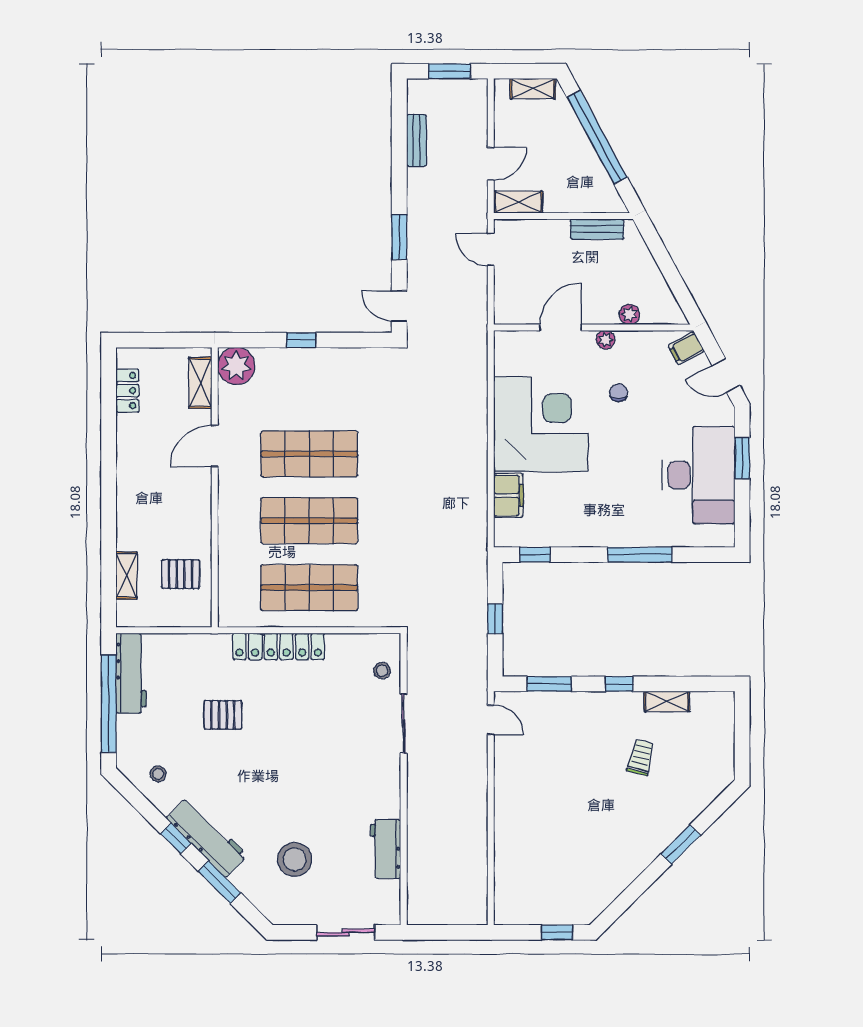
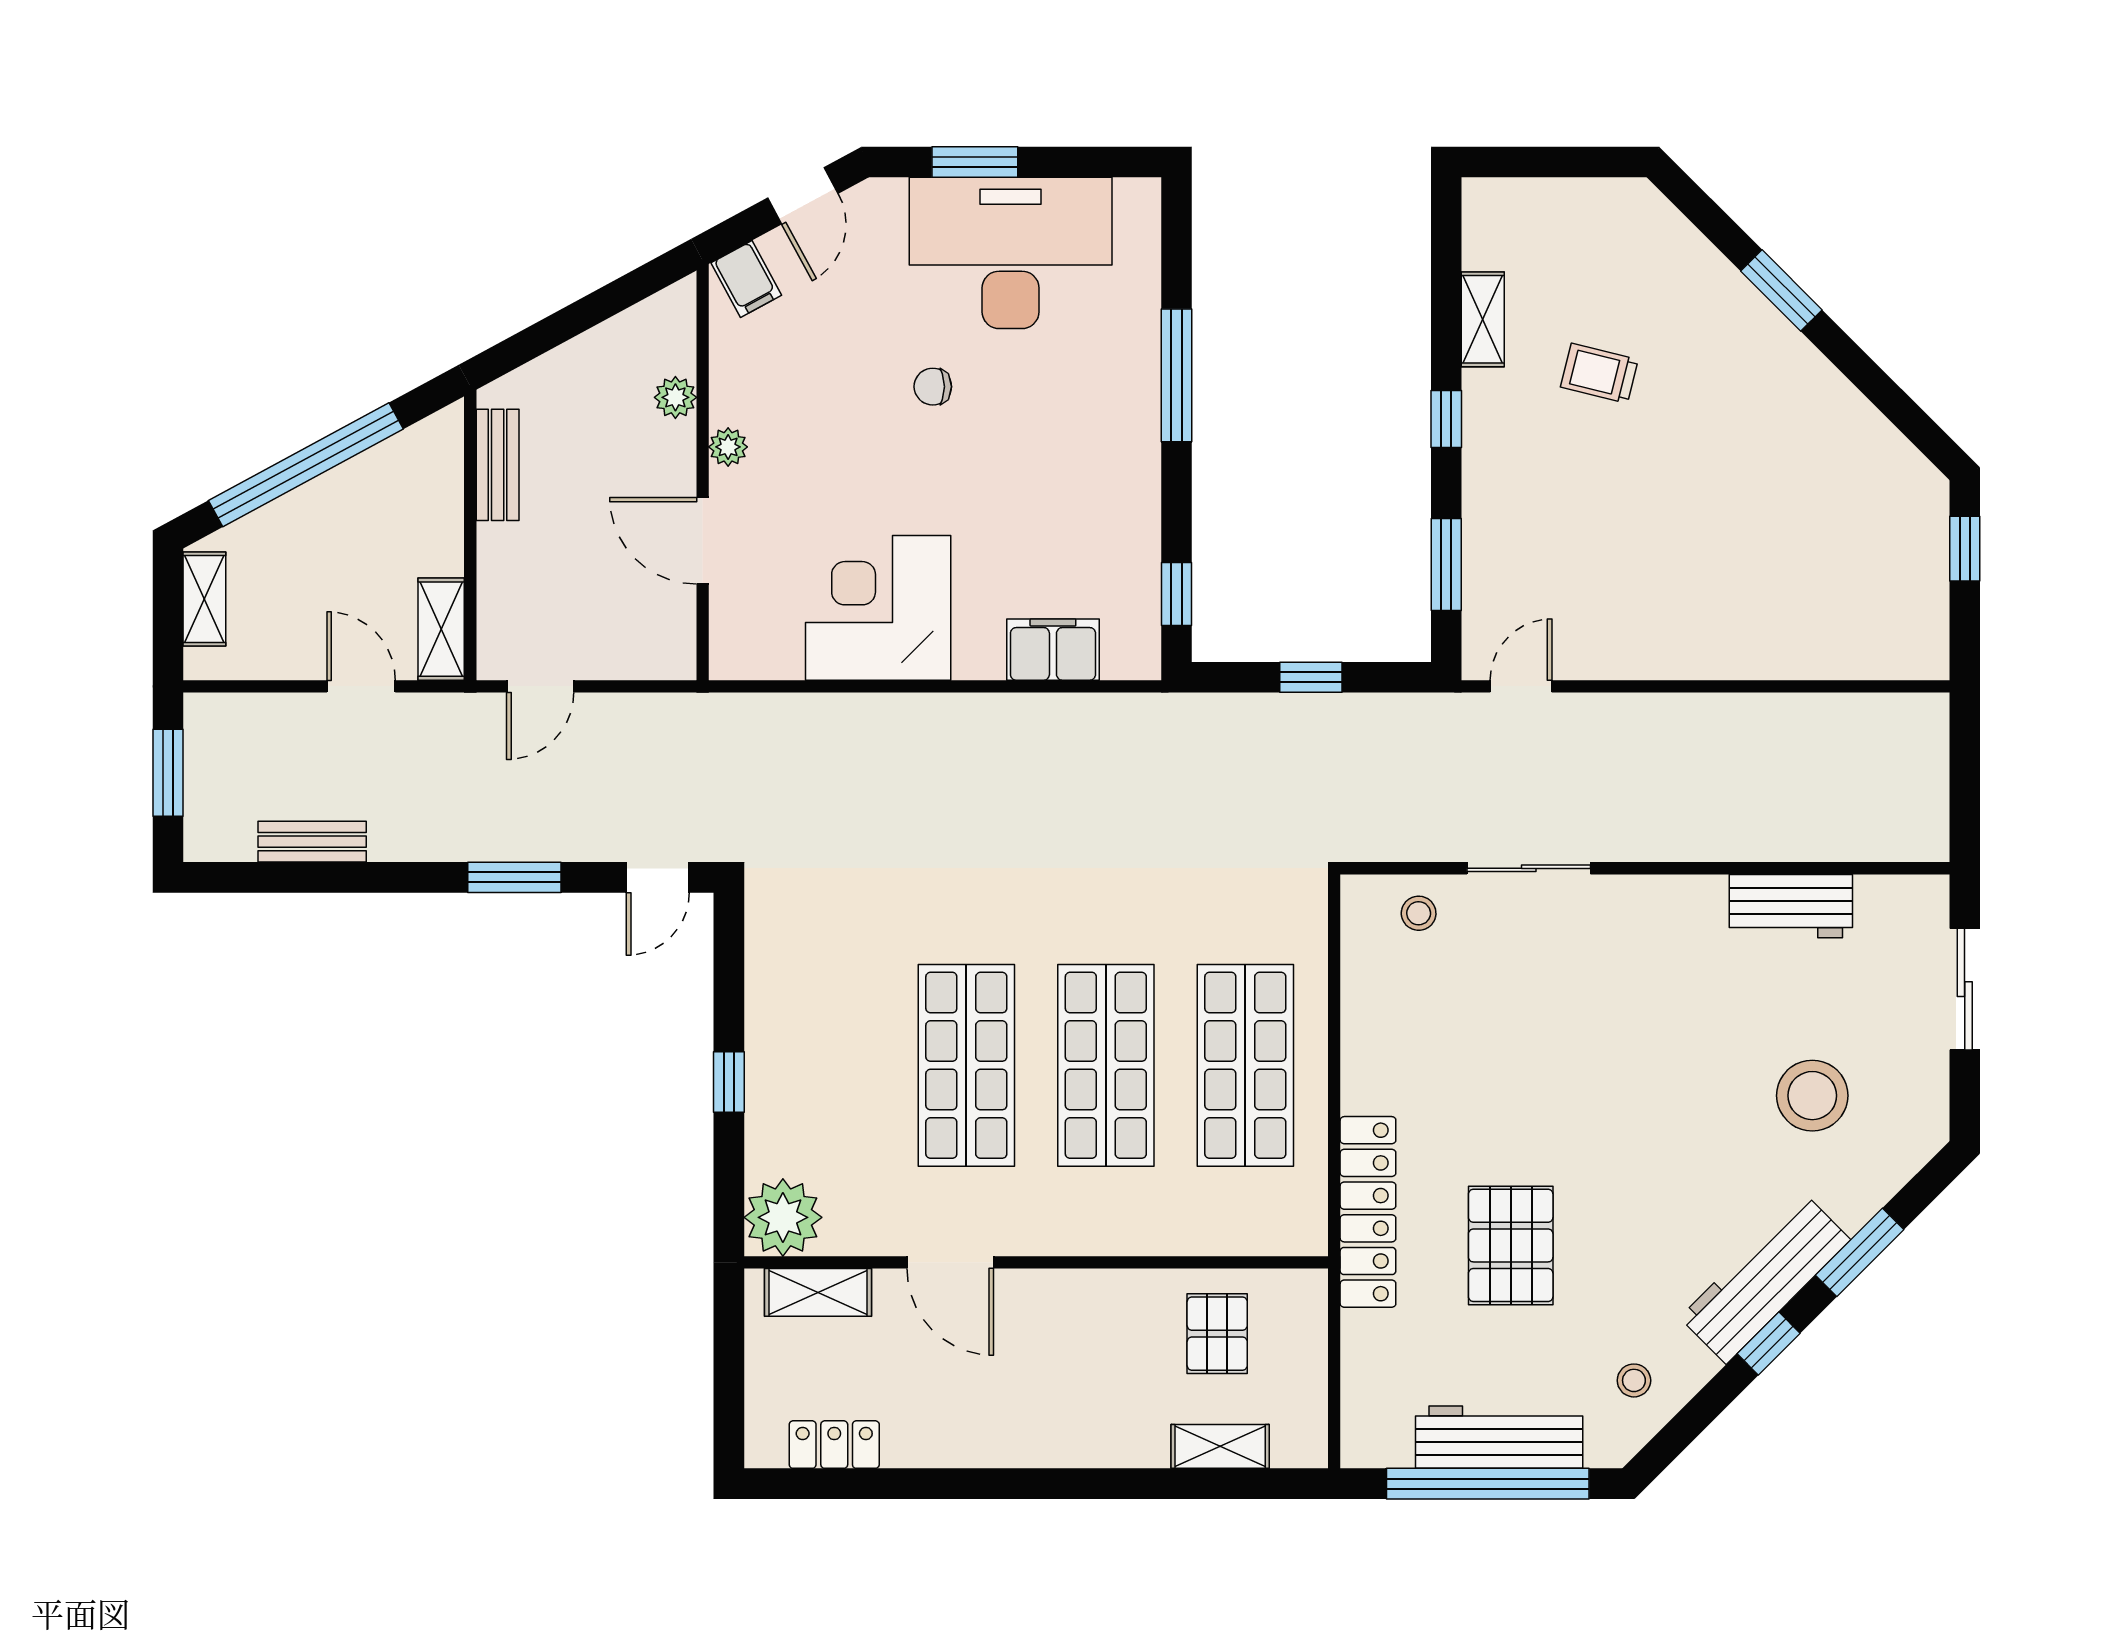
chair: (619, 393) -> (933, 387), moved
corner desk: (541, 424) -> (878, 608), width x0.74, depth x0.74
locker: (279, 646) -> (1368, 1212), moved
workbench: (131, 673) -> (1499, 1437), moved
pallet: (223, 715) -> (1511, 1245), width x1.50, depth x1.42

